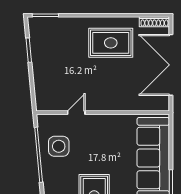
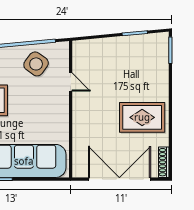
rug: (111, 43) -> (142, 117), turned 90
side table: (59, 146) -> (36, 64), turned 36

